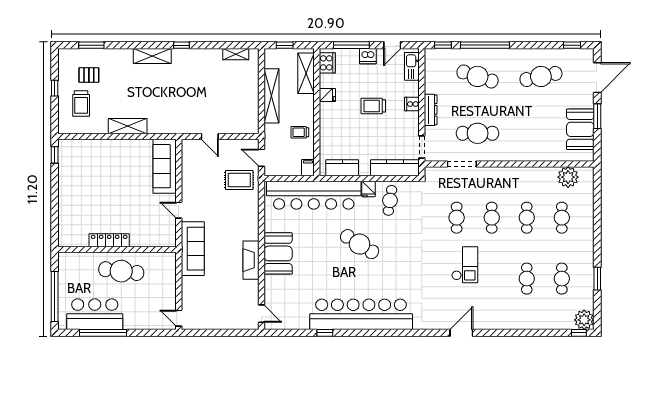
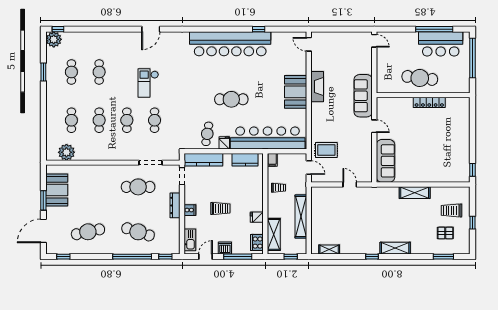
trolley: (81, 104) -> (451, 210), turned -90
cafe table: (360, 244) -> (231, 99), turned -32

